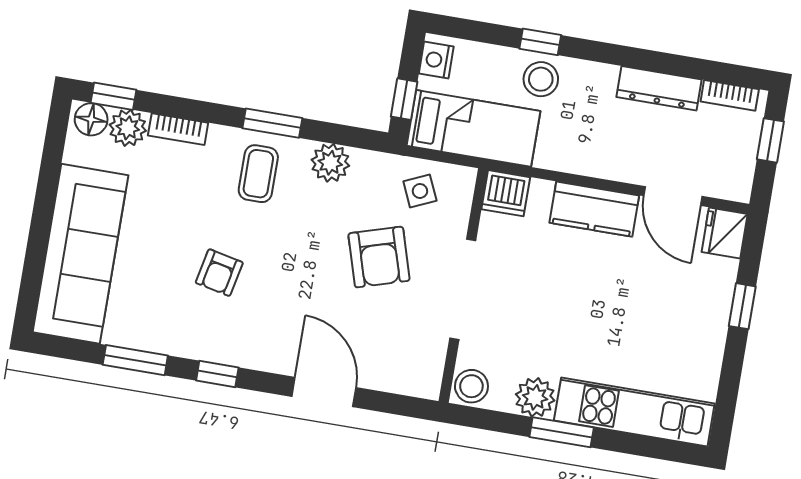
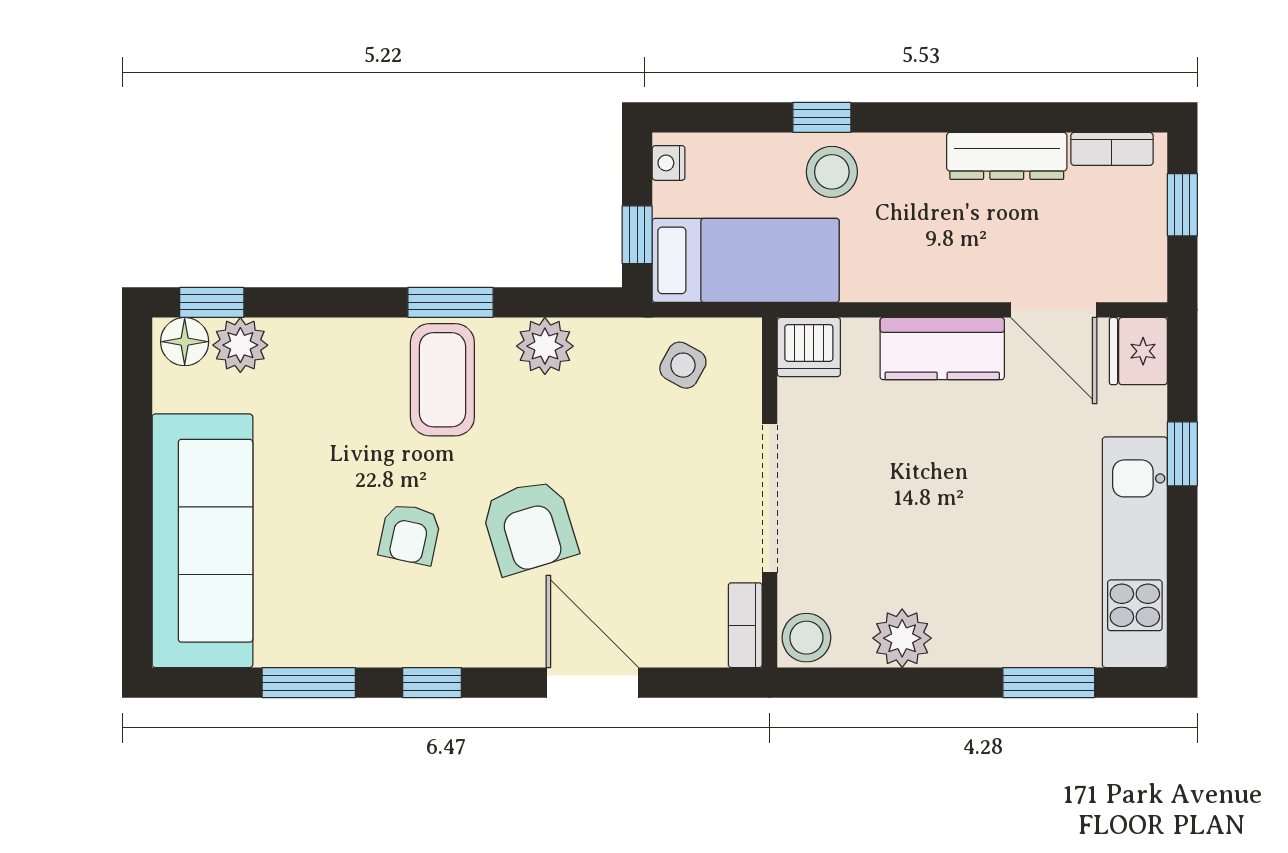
nightstand: (436, 60) -> (669, 163), width x0.72, depth x0.74
bookcase: (178, 129) -> (745, 625), moved, turned 90
coffee table: (258, 174) -> (442, 380), width x1.36, depth x1.30
side table: (420, 191) -> (683, 365), turned -37
armchair: (379, 257) -> (529, 527), moved
kitchen unit: (634, 412) -> (1135, 552), moved, turned -90
window: (562, 432) -> (1049, 683), moved

